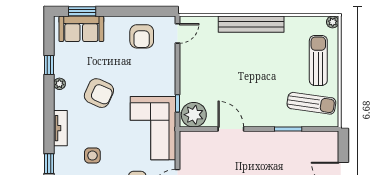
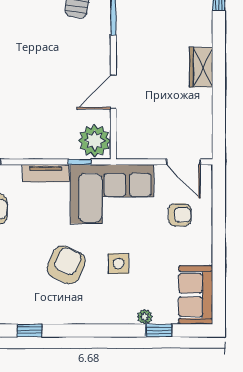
plant: (59, 84) -> (145, 317), moved
tv unit: (60, 128) -> (46, 173), moved, turned 180
side table: (92, 156) -> (118, 264), moved

